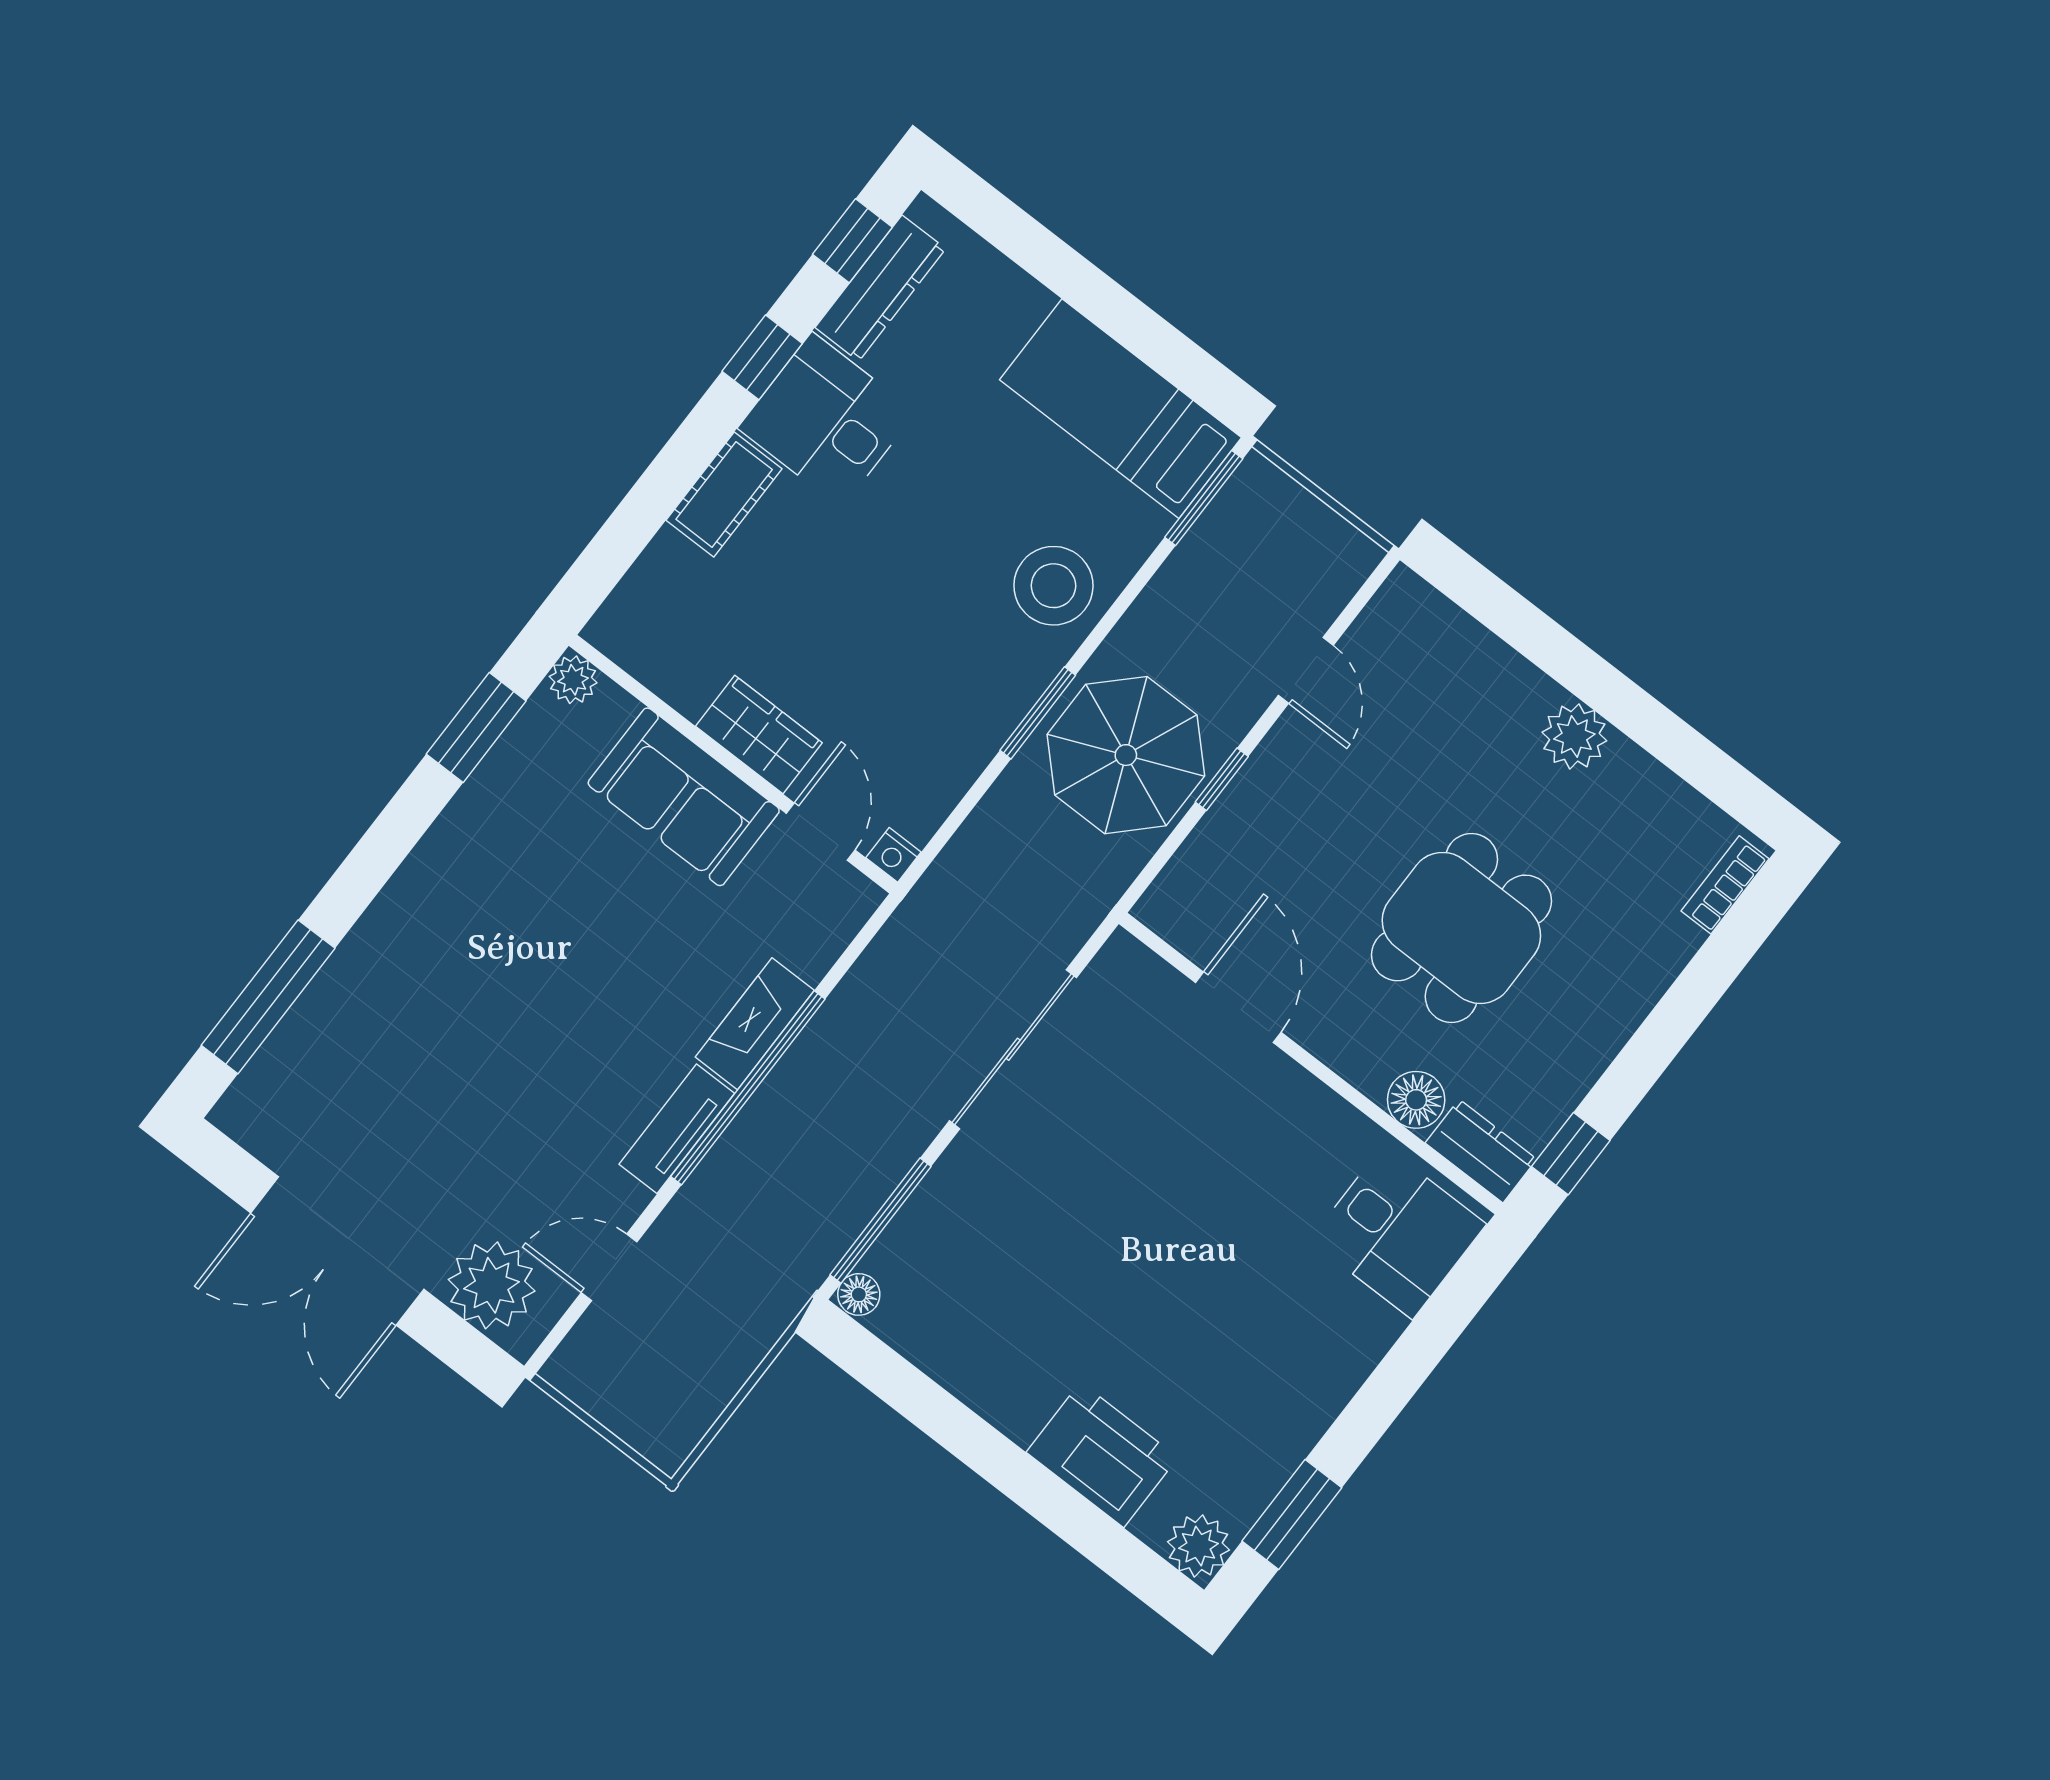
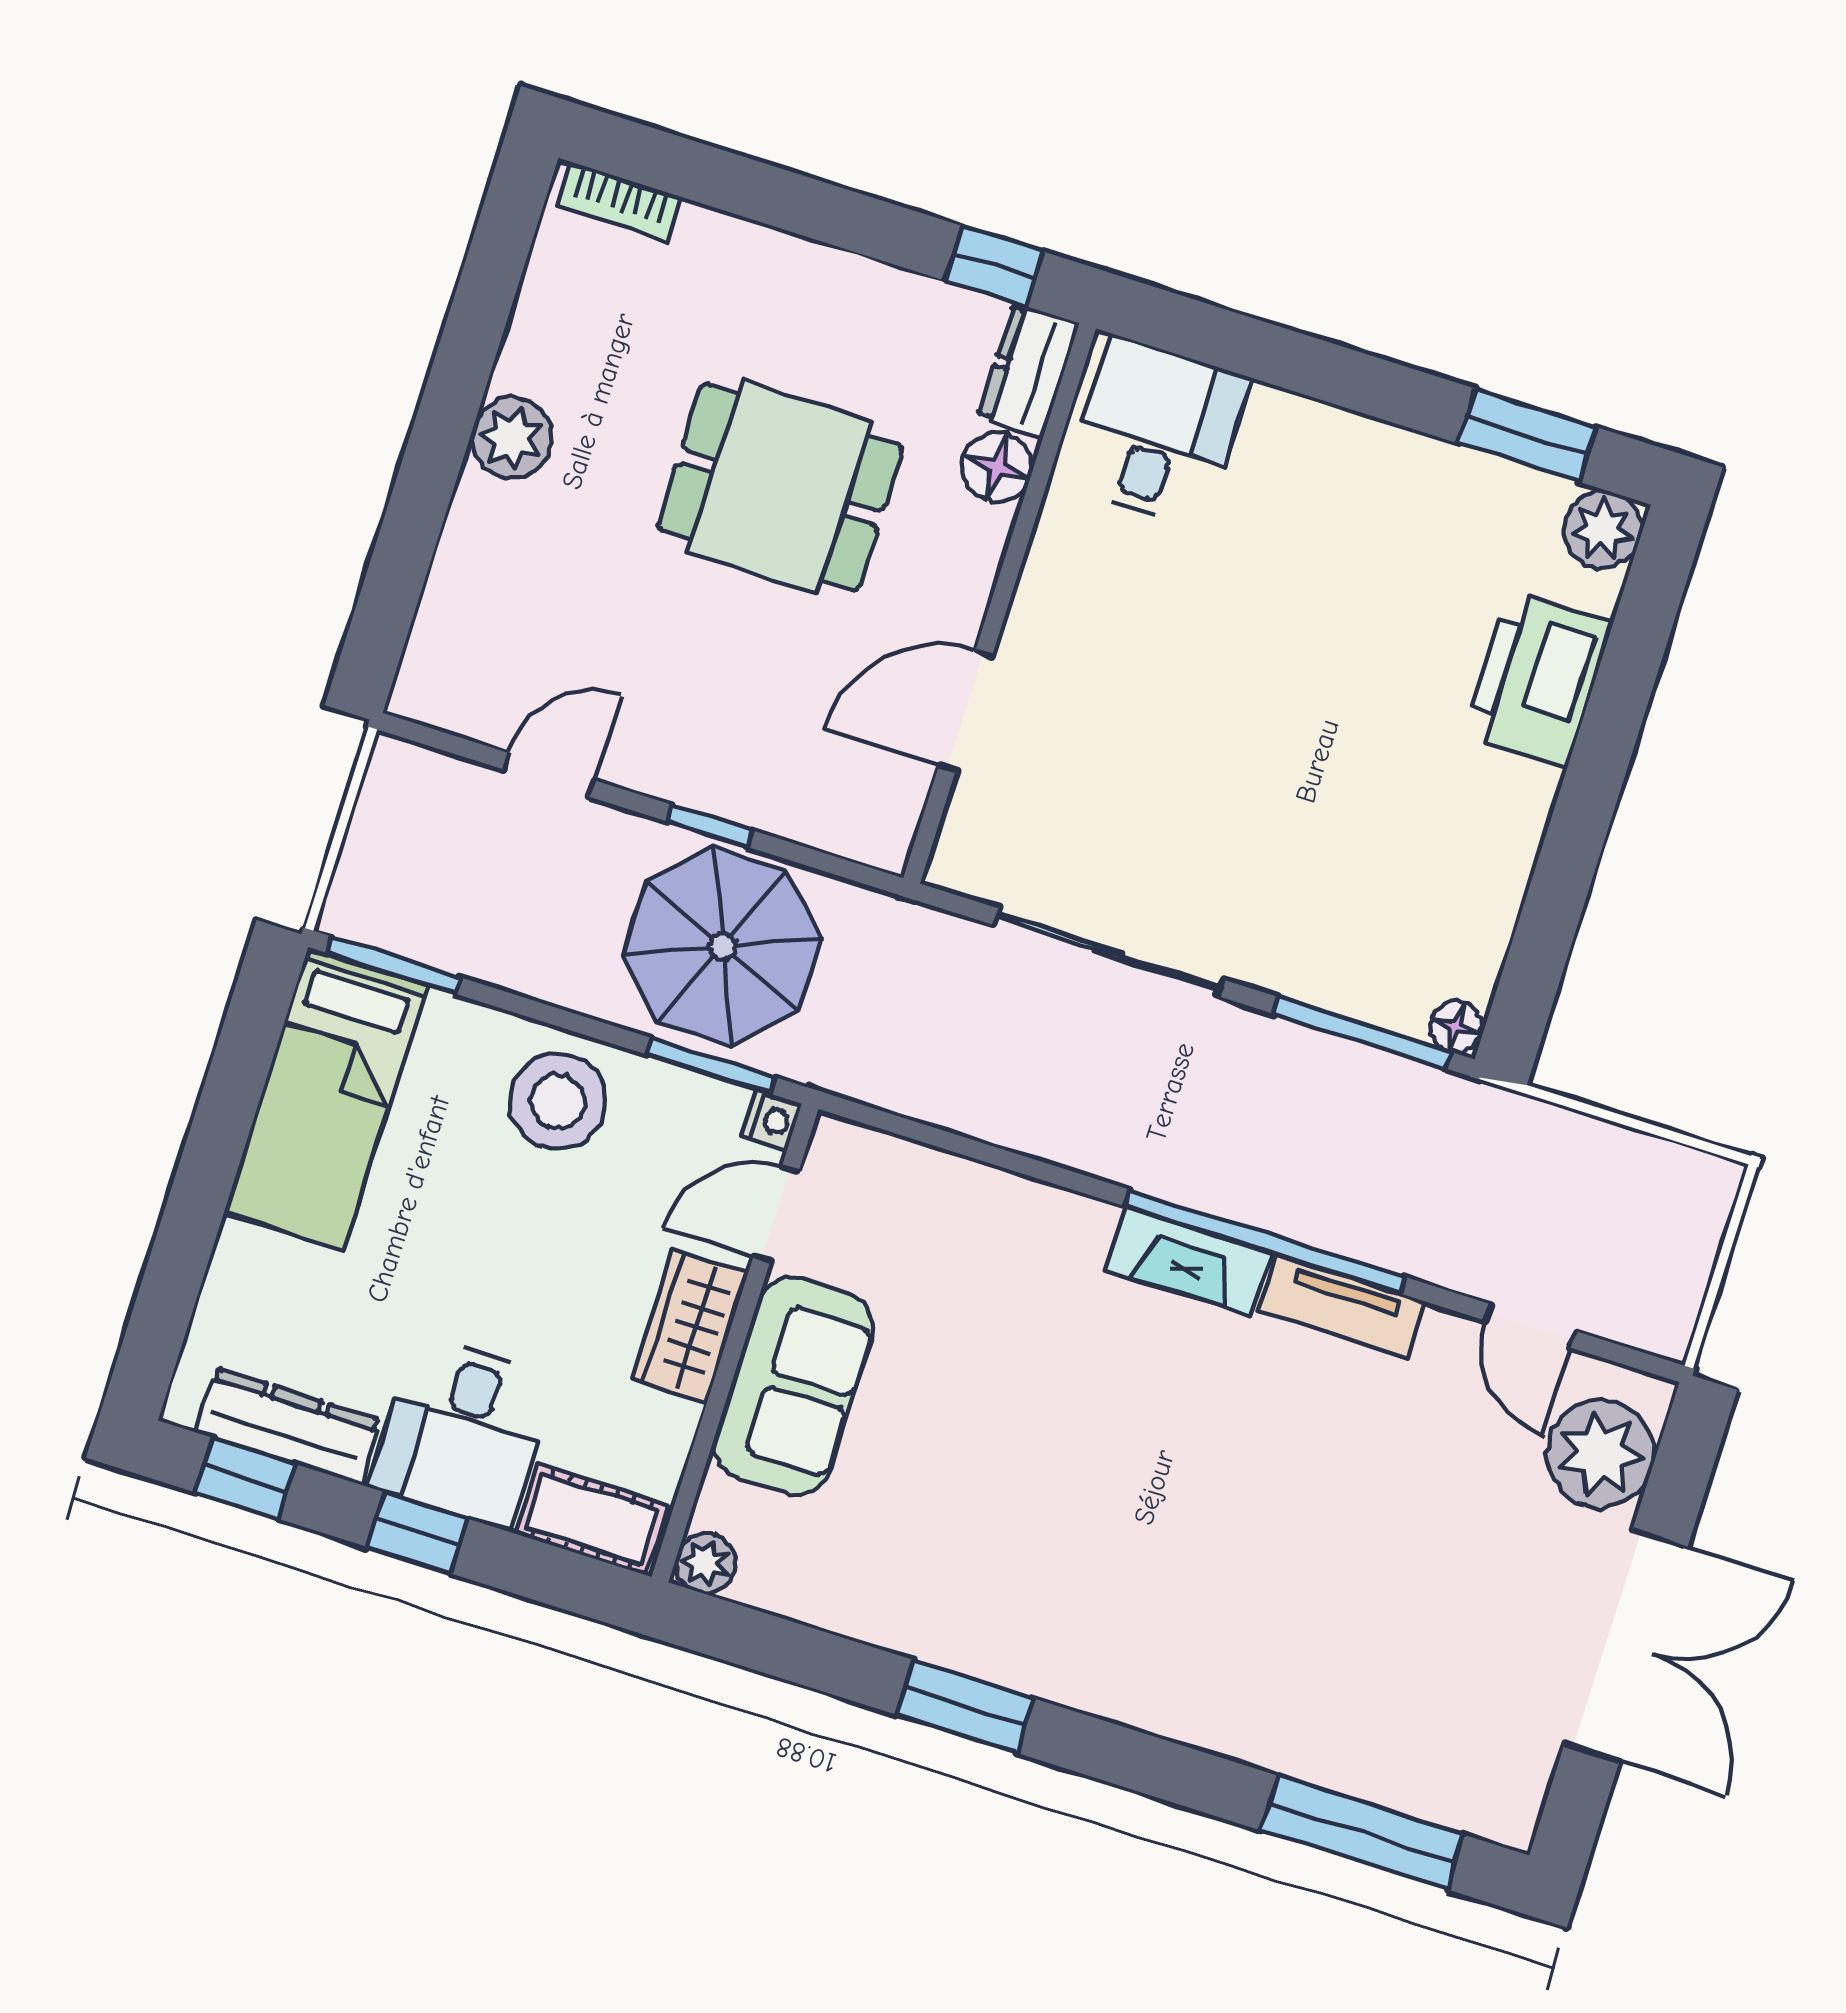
plant: (573, 680) -> (705, 1563), moved
wardrobe: (759, 734) -> (690, 1326), moved
wall: (733, 764) -> (735, 1343), moved
sofa: (684, 797) -> (794, 1386), moved
door: (821, 832) -> (776, 1214), moved
nightstand: (893, 855) -> (772, 1120), moved

